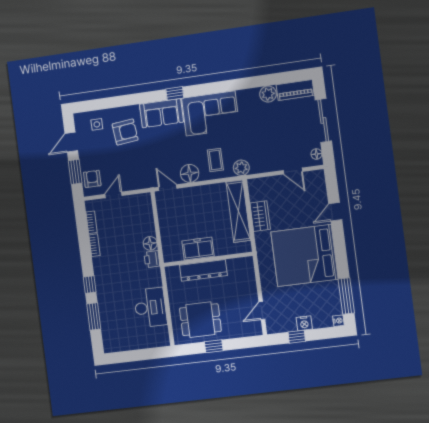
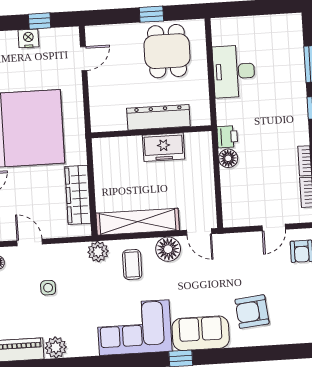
side table: (97, 124) -> (48, 288), moved
shelving: (238, 211) -> (138, 222), moved, turned 90
wardrobe: (260, 216) -> (78, 195), width x1.50
dining table: (200, 320) -> (167, 51), turned 90

